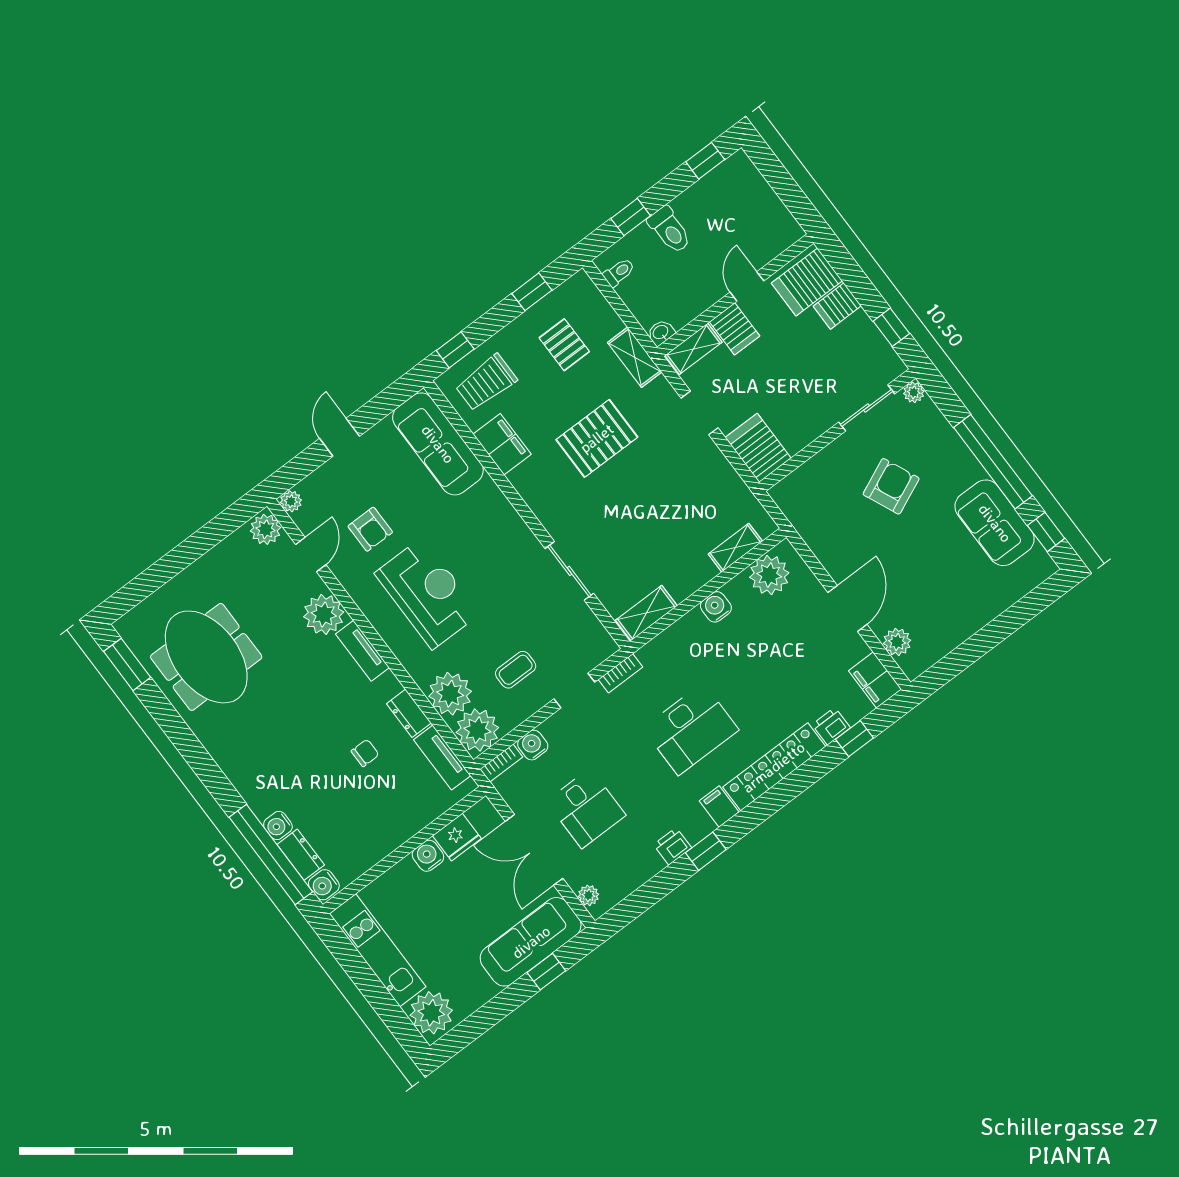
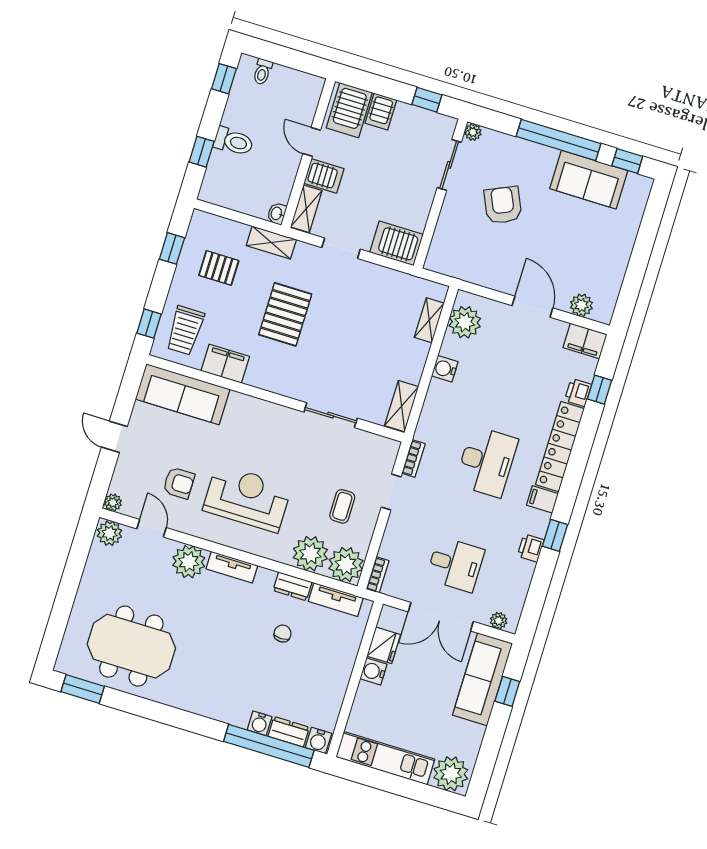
toilet: (619, 272) -> (262, 72), moved, turned 180
water cooler: (533, 745) -> (390, 548), removed

